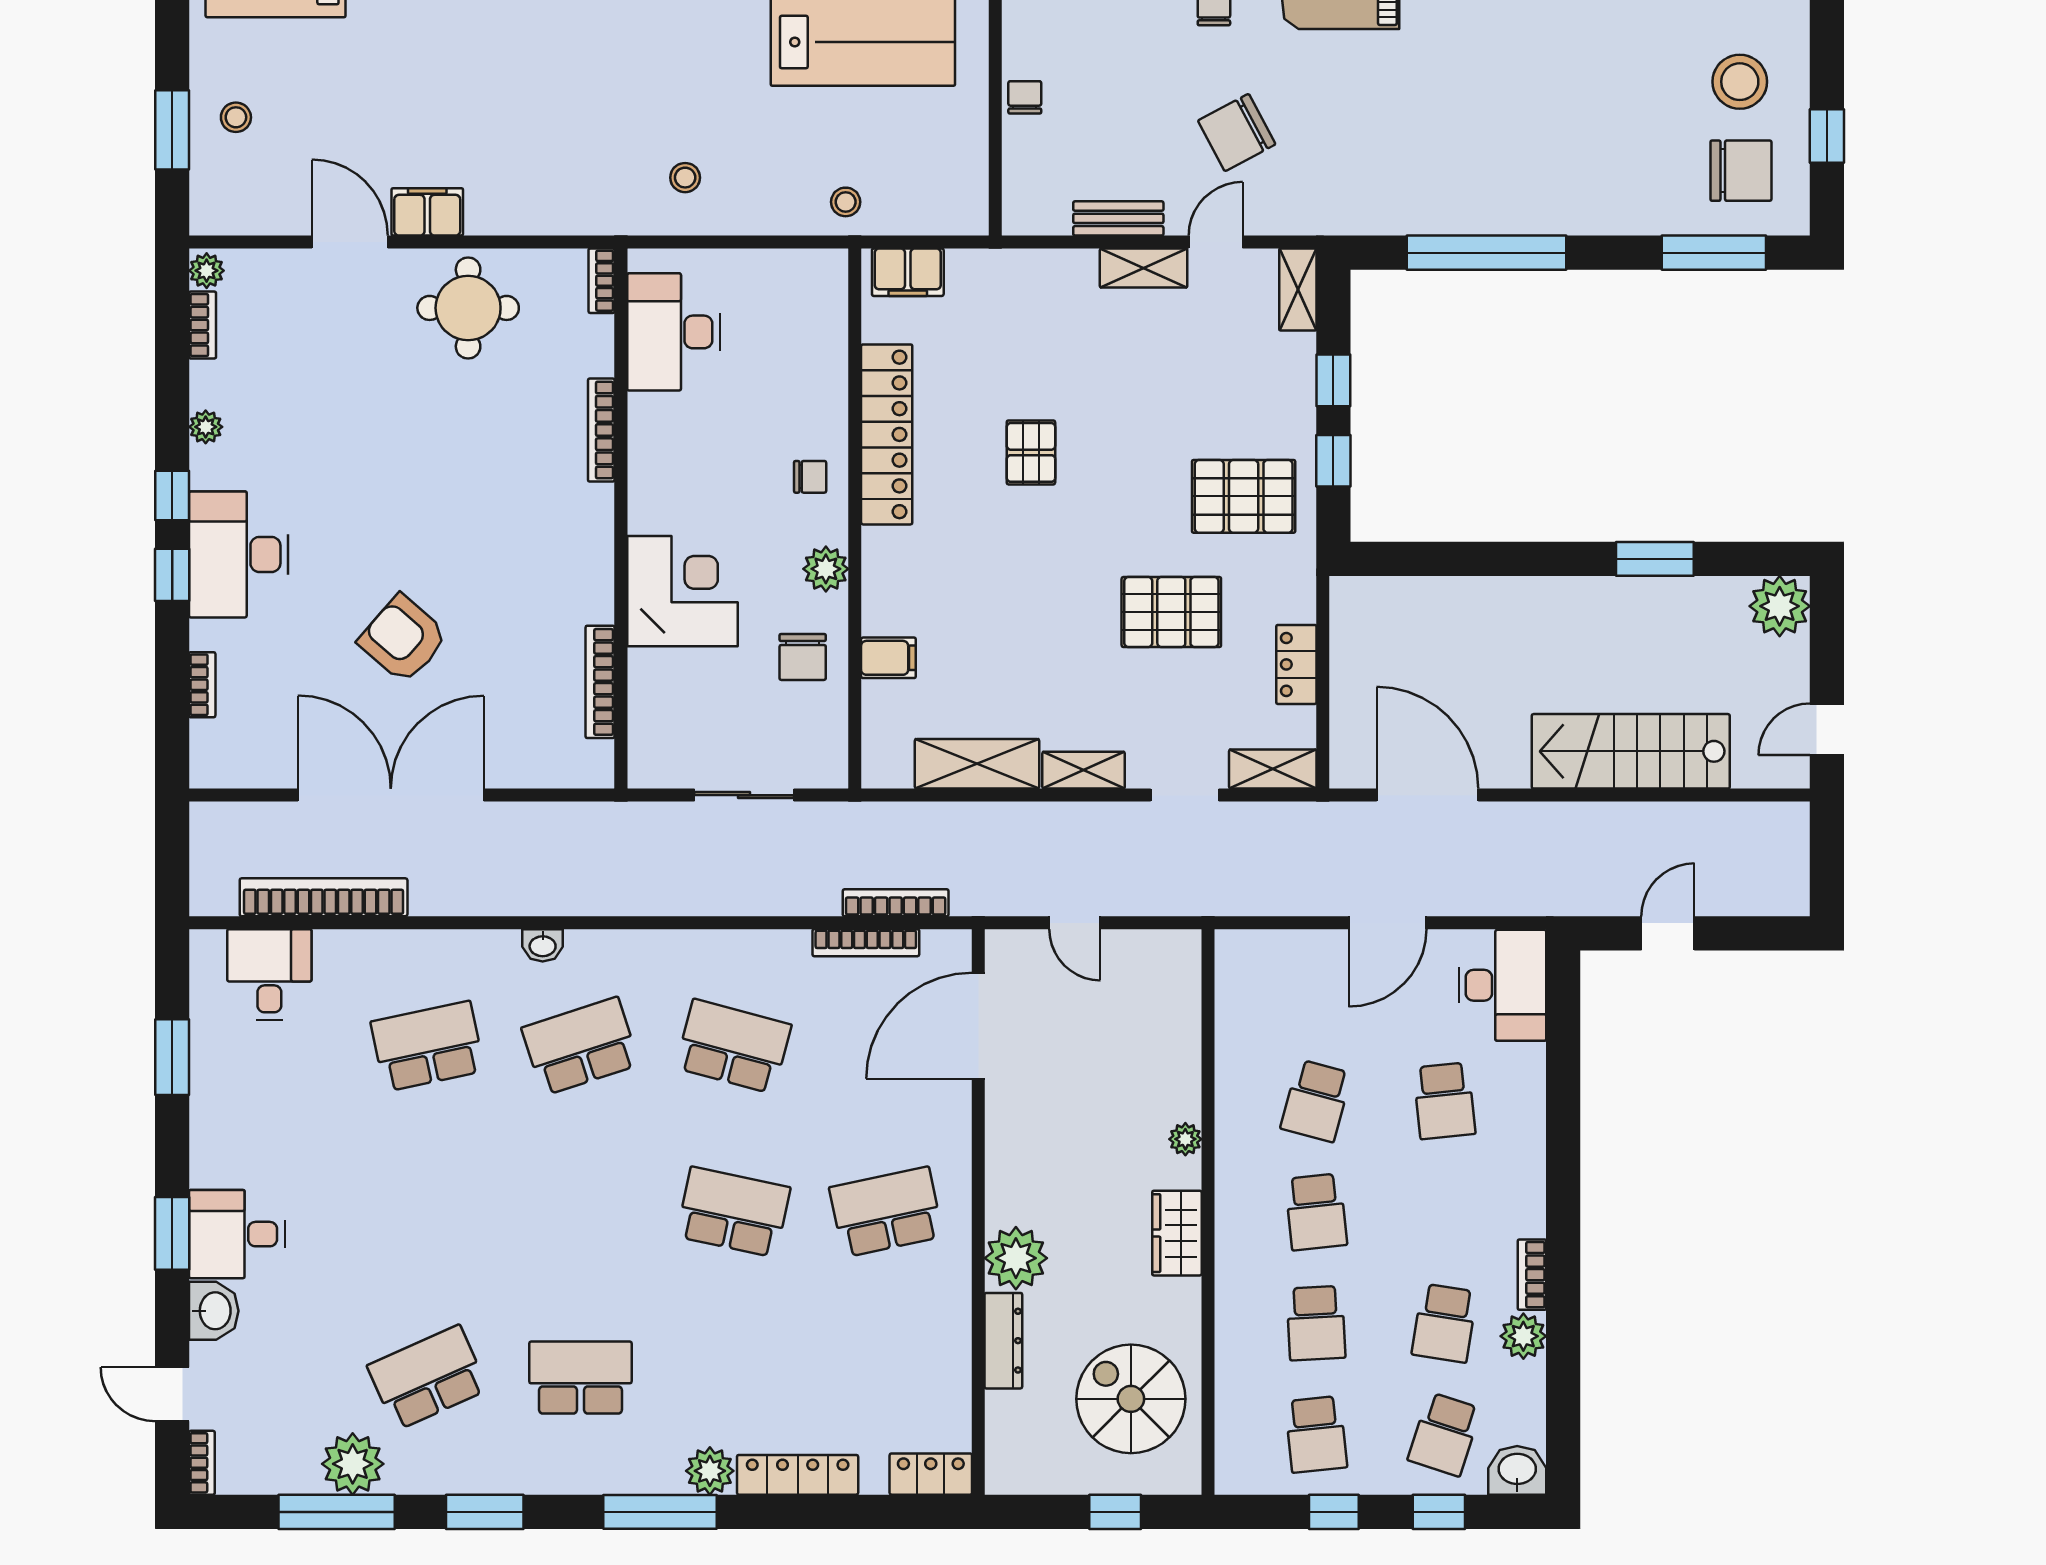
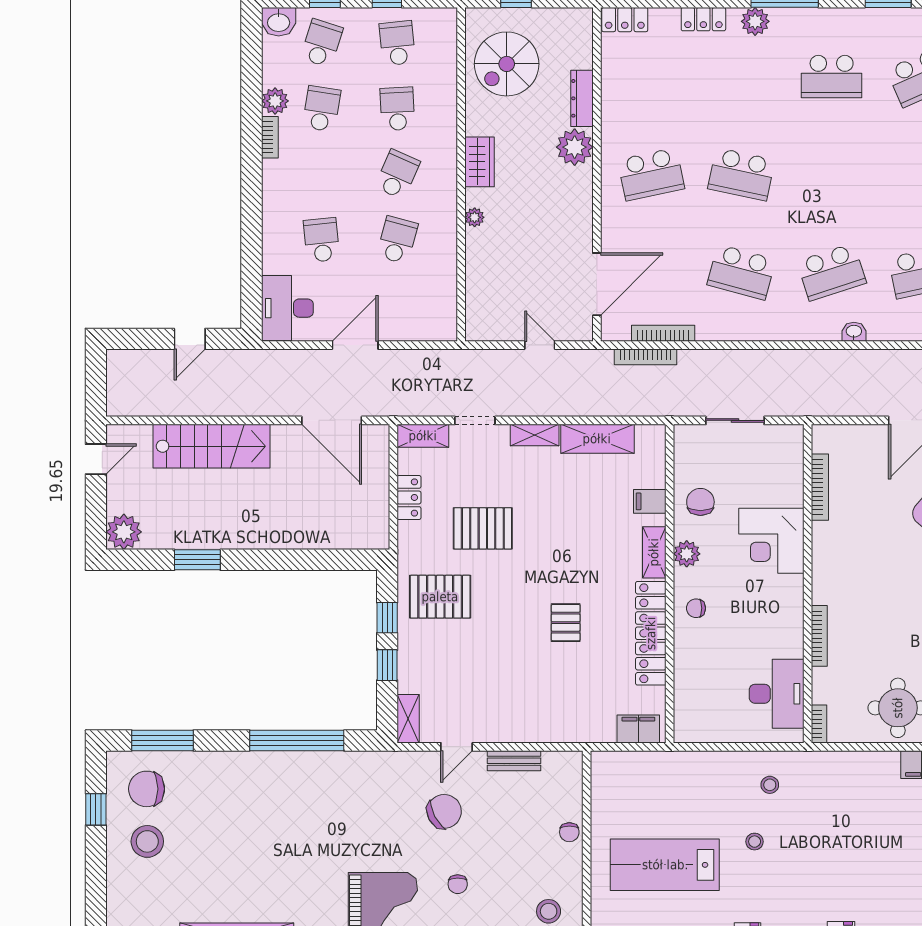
stool: (846, 202) -> (755, 842), moved
shelving: (1144, 268) -> (654, 552), moved, turned 90
school desk: (1316, 1212) -> (397, 174), turned 30
spiral stairs: (1131, 1399) -> (507, 64), turned 90
locker: (798, 1475) -> (703, 19), width x0.66

